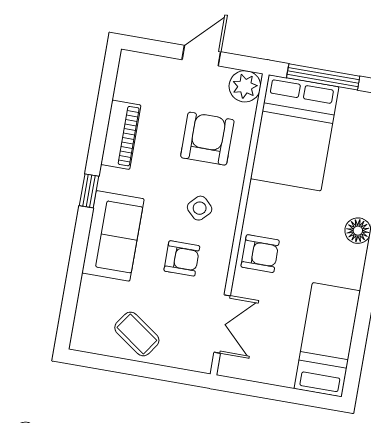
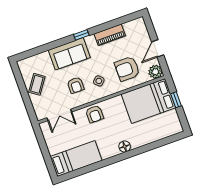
door: (201, 56) -> (158, 48), swing flipped
window: (323, 77) -> (176, 100), width x0.46
armchair: (207, 139) -> (127, 69), turned 180

